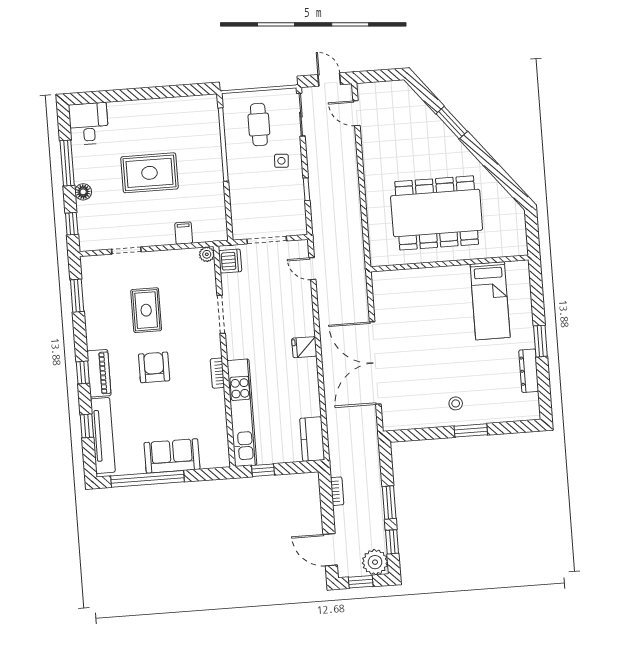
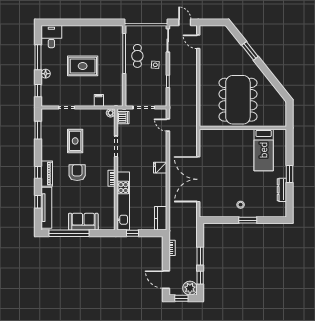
cafe table: (259, 125) -> (137, 56), moved
dining table: (437, 213) -> (238, 100), turned 90

